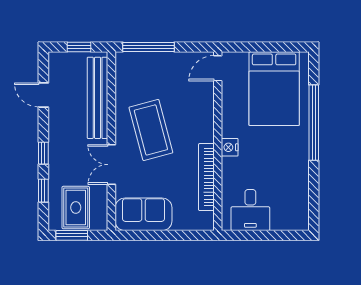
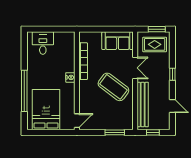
window: (149, 47) -> (115, 132), width x0.69
coffee table: (151, 130) -> (113, 87), turned -38
window: (43, 191) -> (172, 54), removed
rug: (76, 208) -> (155, 44), turned 90
desk: (250, 210) -> (43, 43), moved

